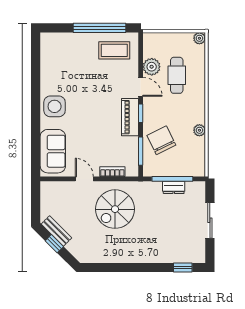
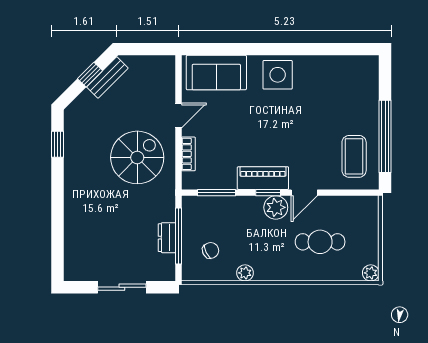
plant: (152, 67) -> (276, 207), moved
chair: (161, 140) -> (211, 250), moved, width x0.54, depth x0.54
spiral stairs: (115, 209) -> (137, 157), turned 90
window: (183, 267) -> (57, 144), moved

